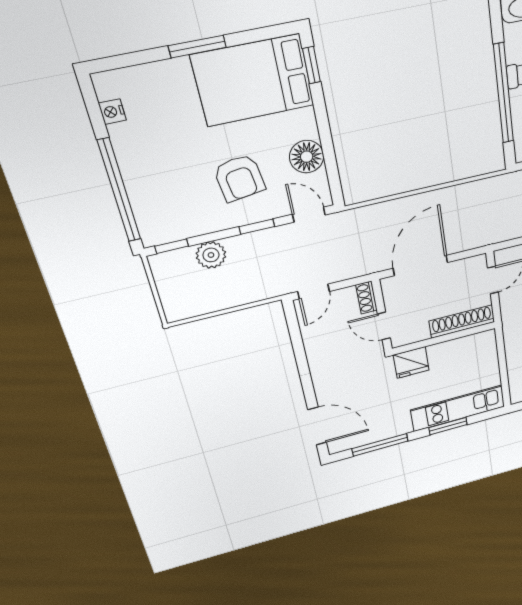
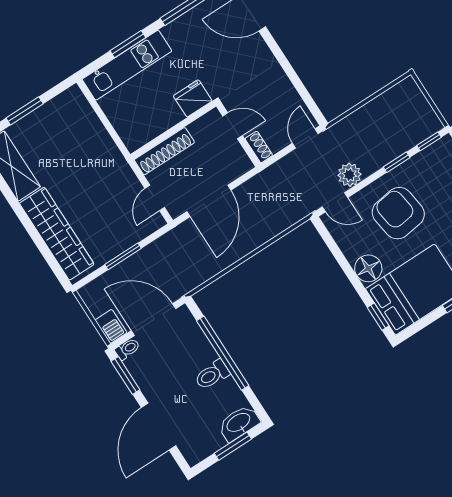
floor lamp: (307, 157) -> (368, 268), moved
armchair: (239, 178) -> (398, 213), width x1.36, depth x1.36
window: (257, 227) -> (397, 162), moved
plant: (211, 255) -> (349, 175), moved
door: (420, 265) -> (209, 201), moved

